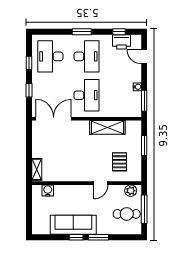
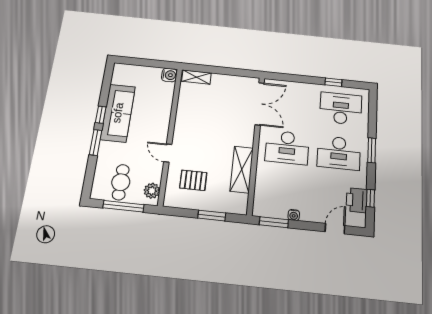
window: (29, 90) -> (298, 79), removed
water cooler: (48, 190) -> (169, 75), moved

